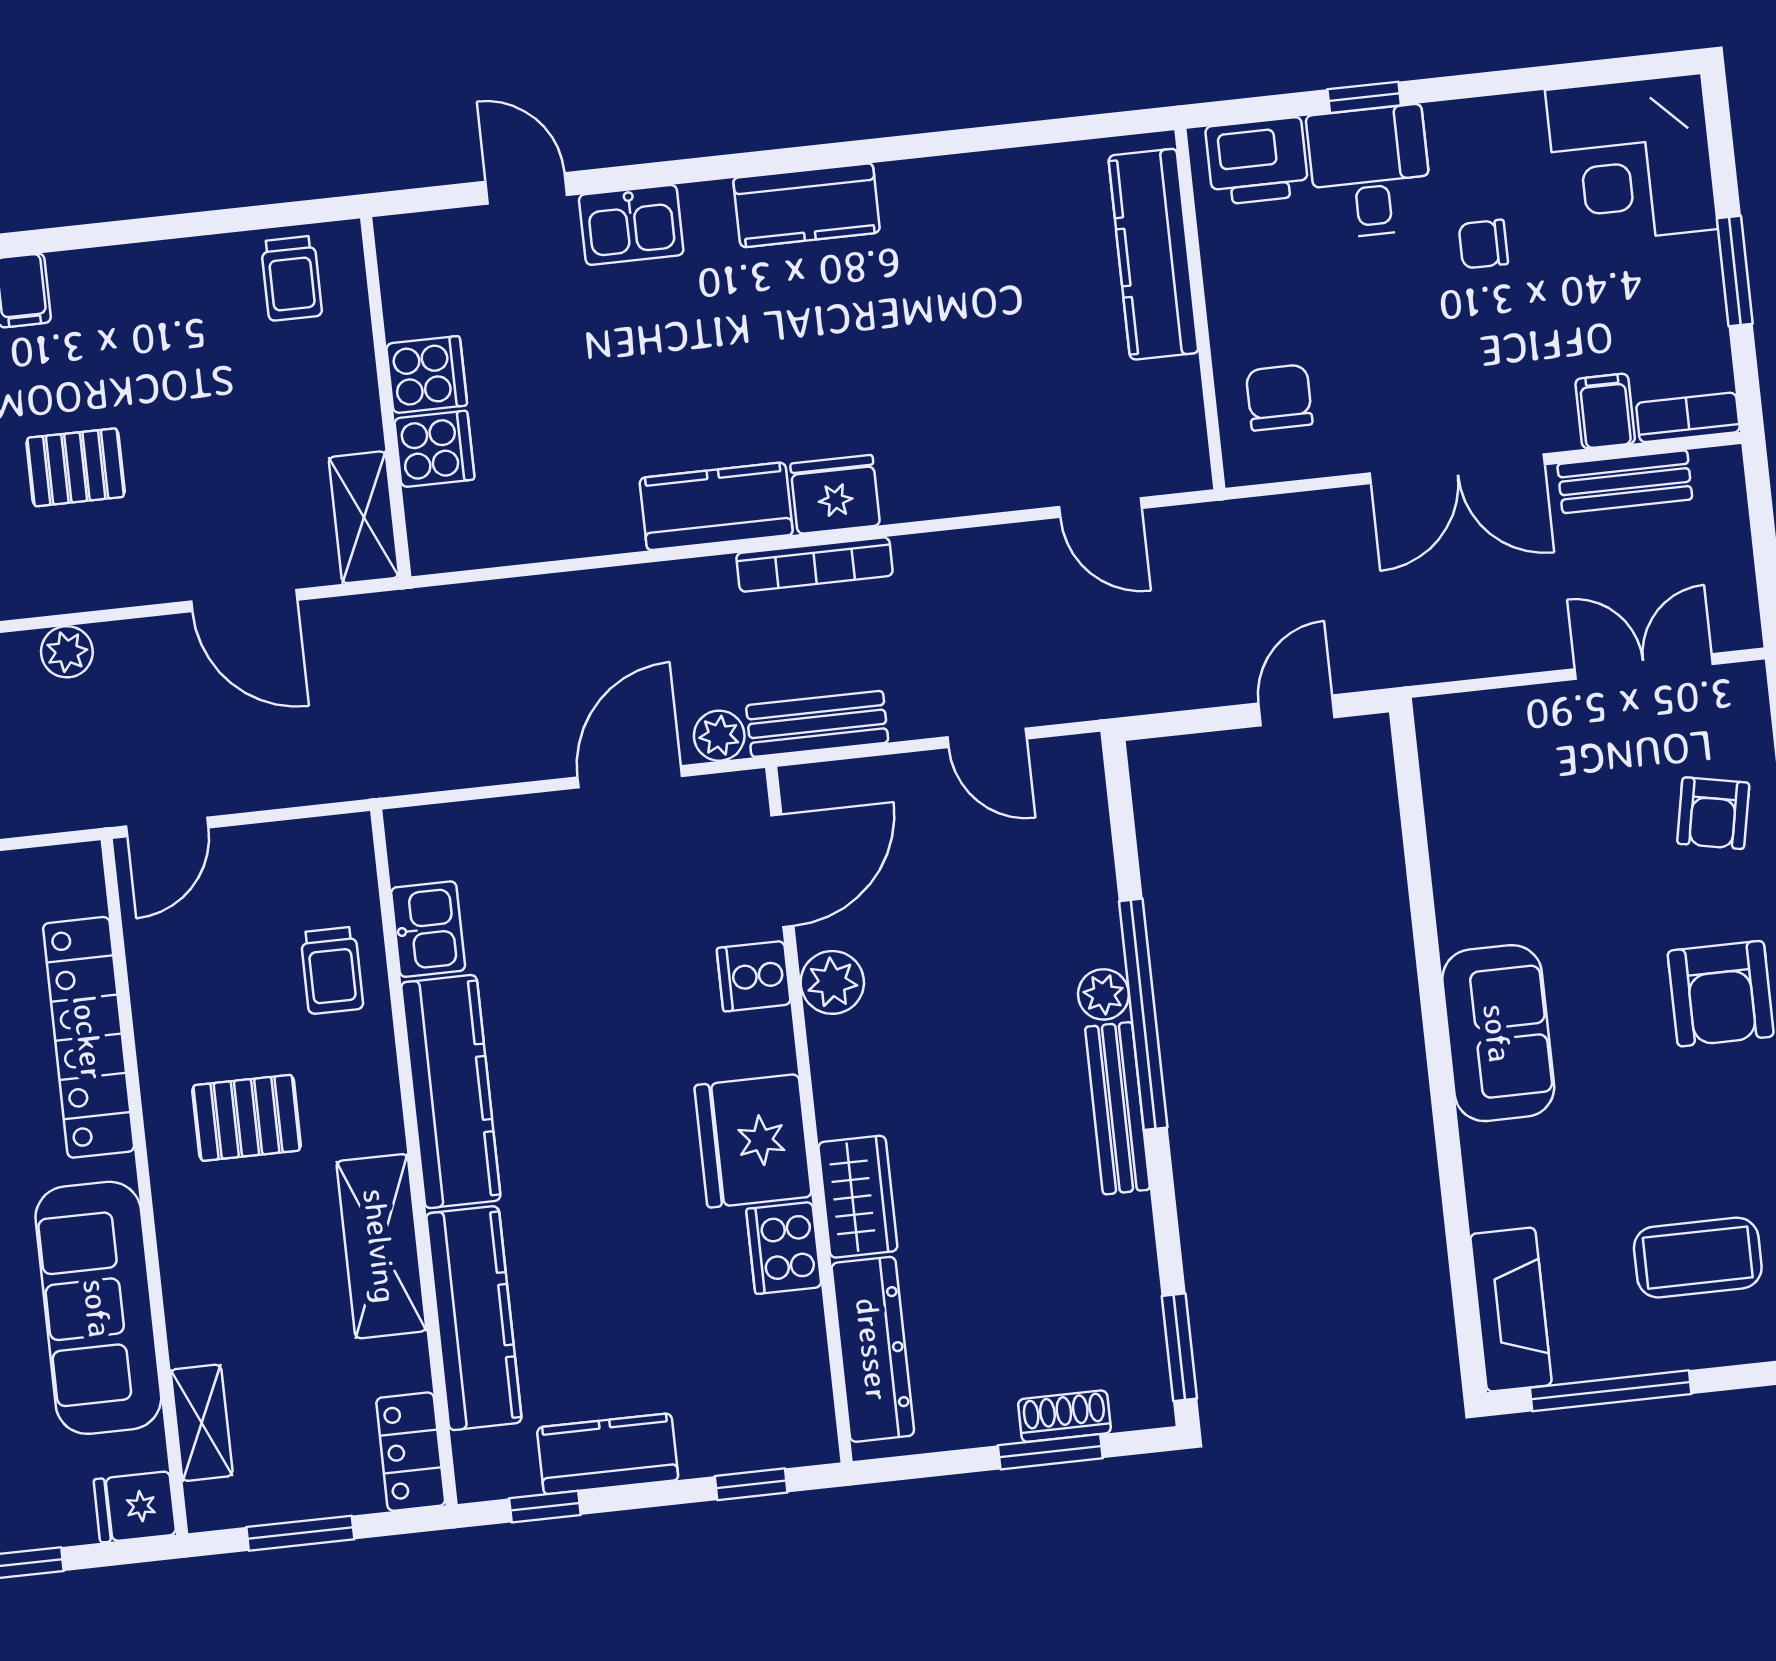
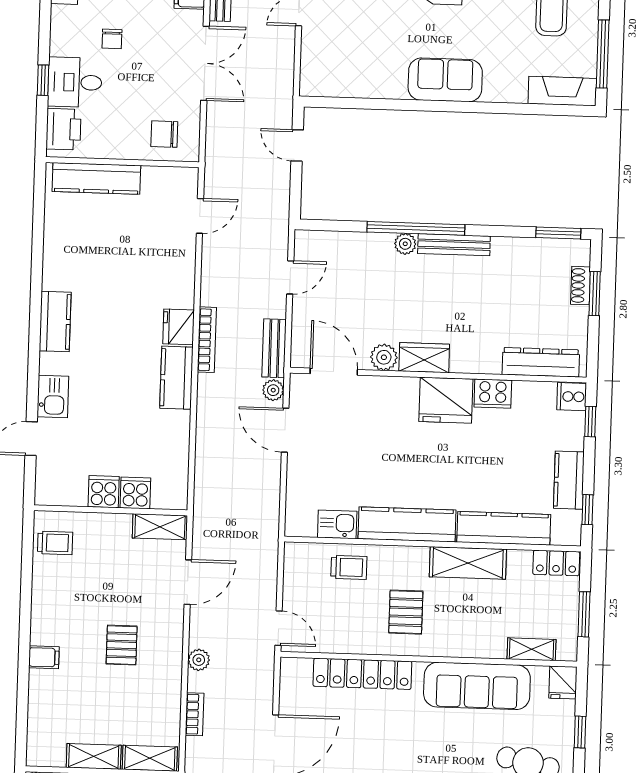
cooker: (754, 976) -> (572, 397), moved, turned 90
wardrobe: (858, 1197) -> (424, 358), moved

